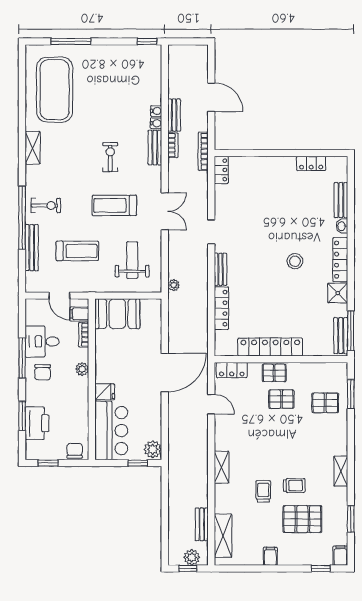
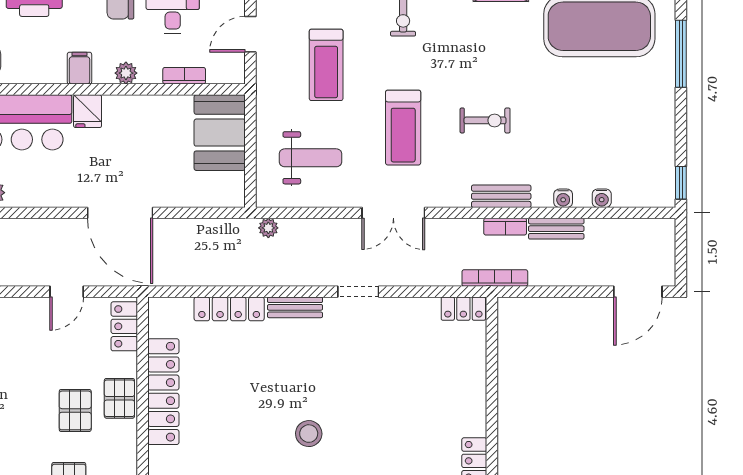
door: (211, 97) -> (638, 292), moved
water cooler: (156, 123) -> (602, 198), moved
treadmill: (114, 205) -> (403, 128), turned 180
filing cabinet: (79, 314) -> (79, 68), moved

